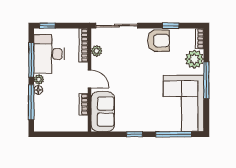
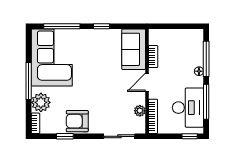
sliding door: (117, 26) -> (119, 136), width x0.73
plant: (39, 79) -> (198, 82), removed
door: (90, 79) -> (147, 82), hinge flipped

